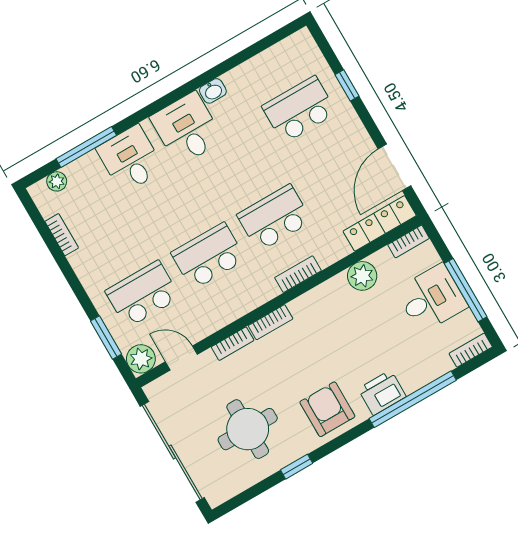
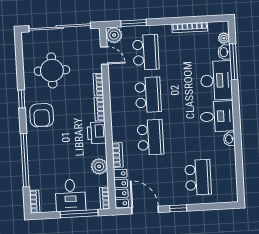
window: (347, 85) -> (178, 208), moved
desk: (130, 159) -> (216, 81), width x1.37
washbasin: (79, 170) -> (224, 52), added
bookcase: (62, 235) -> (190, 27), width x1.56
bookcase: (298, 274) -> (118, 155), moved
window: (466, 290) -> (79, 214), moved
door: (181, 358) -> (104, 55), hinge flipped
printer: (382, 393) -> (97, 133), moved, turned 180
armchair: (327, 409) -> (42, 115), turned 90
window: (297, 467) -> (22, 99), moved

